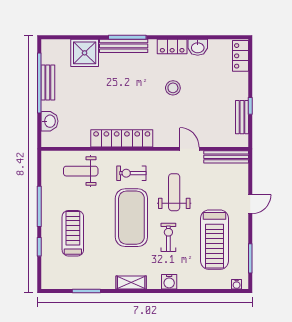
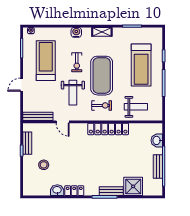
bench: (124, 46) -> (111, 191), width x0.73
locker: (241, 56) -> (28, 184), removed
stool: (173, 88) -> (44, 165), moved
treadmill: (73, 233) -> (141, 65), width x1.37, depth x1.38

